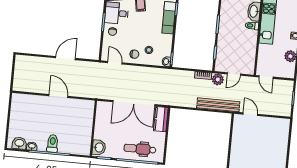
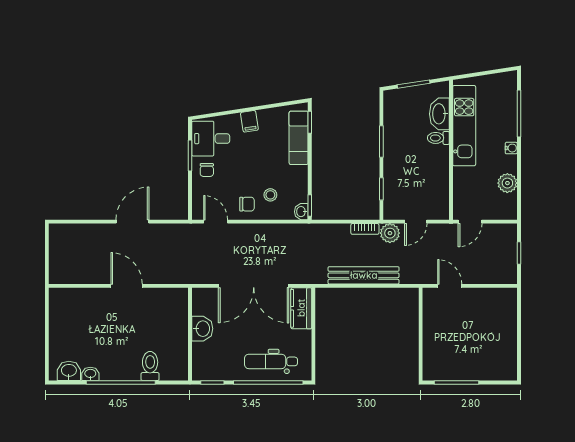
door: (266, 77) -> (470, 222), hinge flipped
bench: (218, 105) -> (364, 275), moved
toilet: (53, 143) -> (150, 366), moved
washbasin: (99, 147) -> (202, 329), moved

